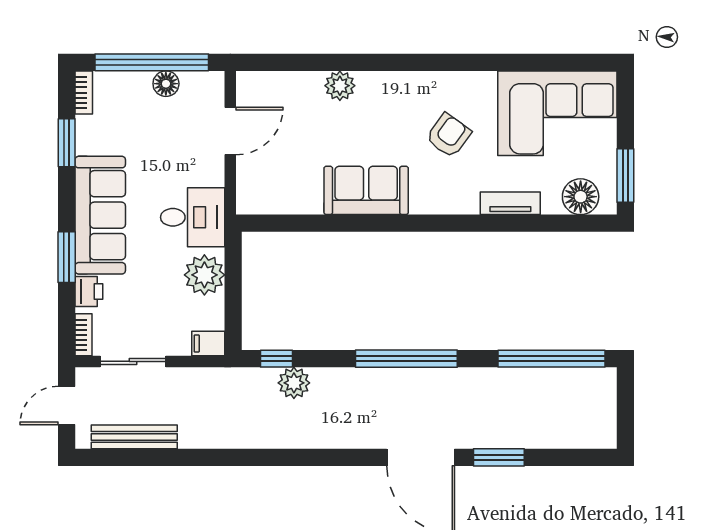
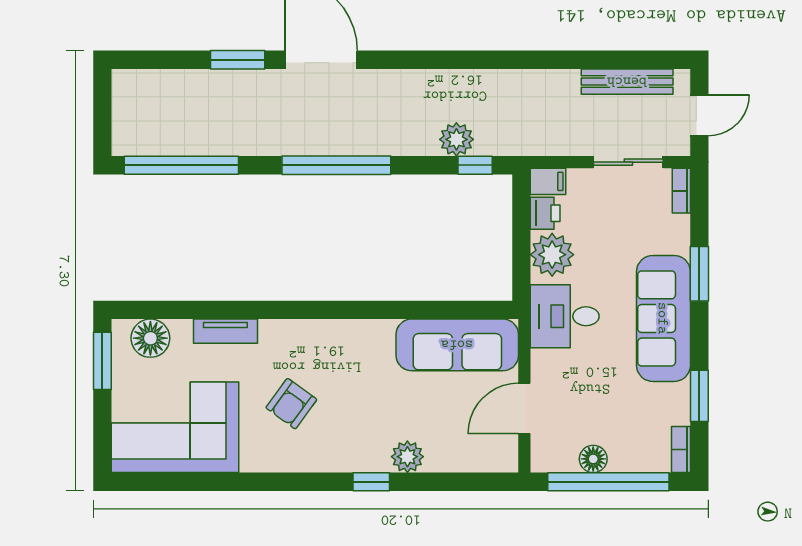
window: (374, 62) -> (371, 482), added
sofa: (366, 190) -> (457, 345), moved, width x1.36
printer: (89, 292) -> (545, 213), moved, turned 180

